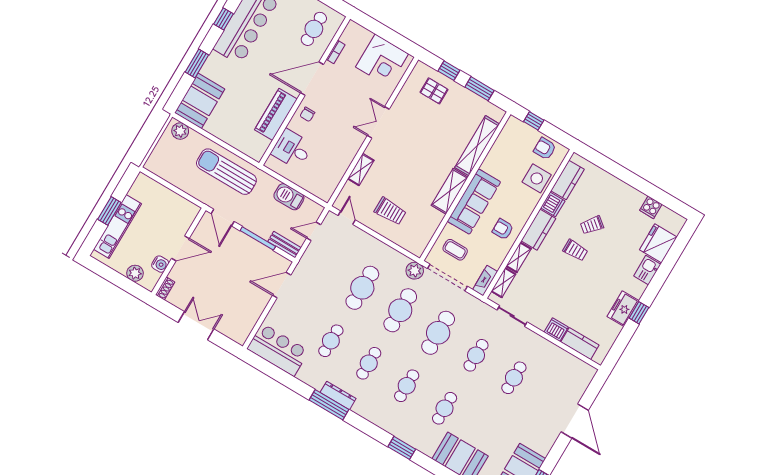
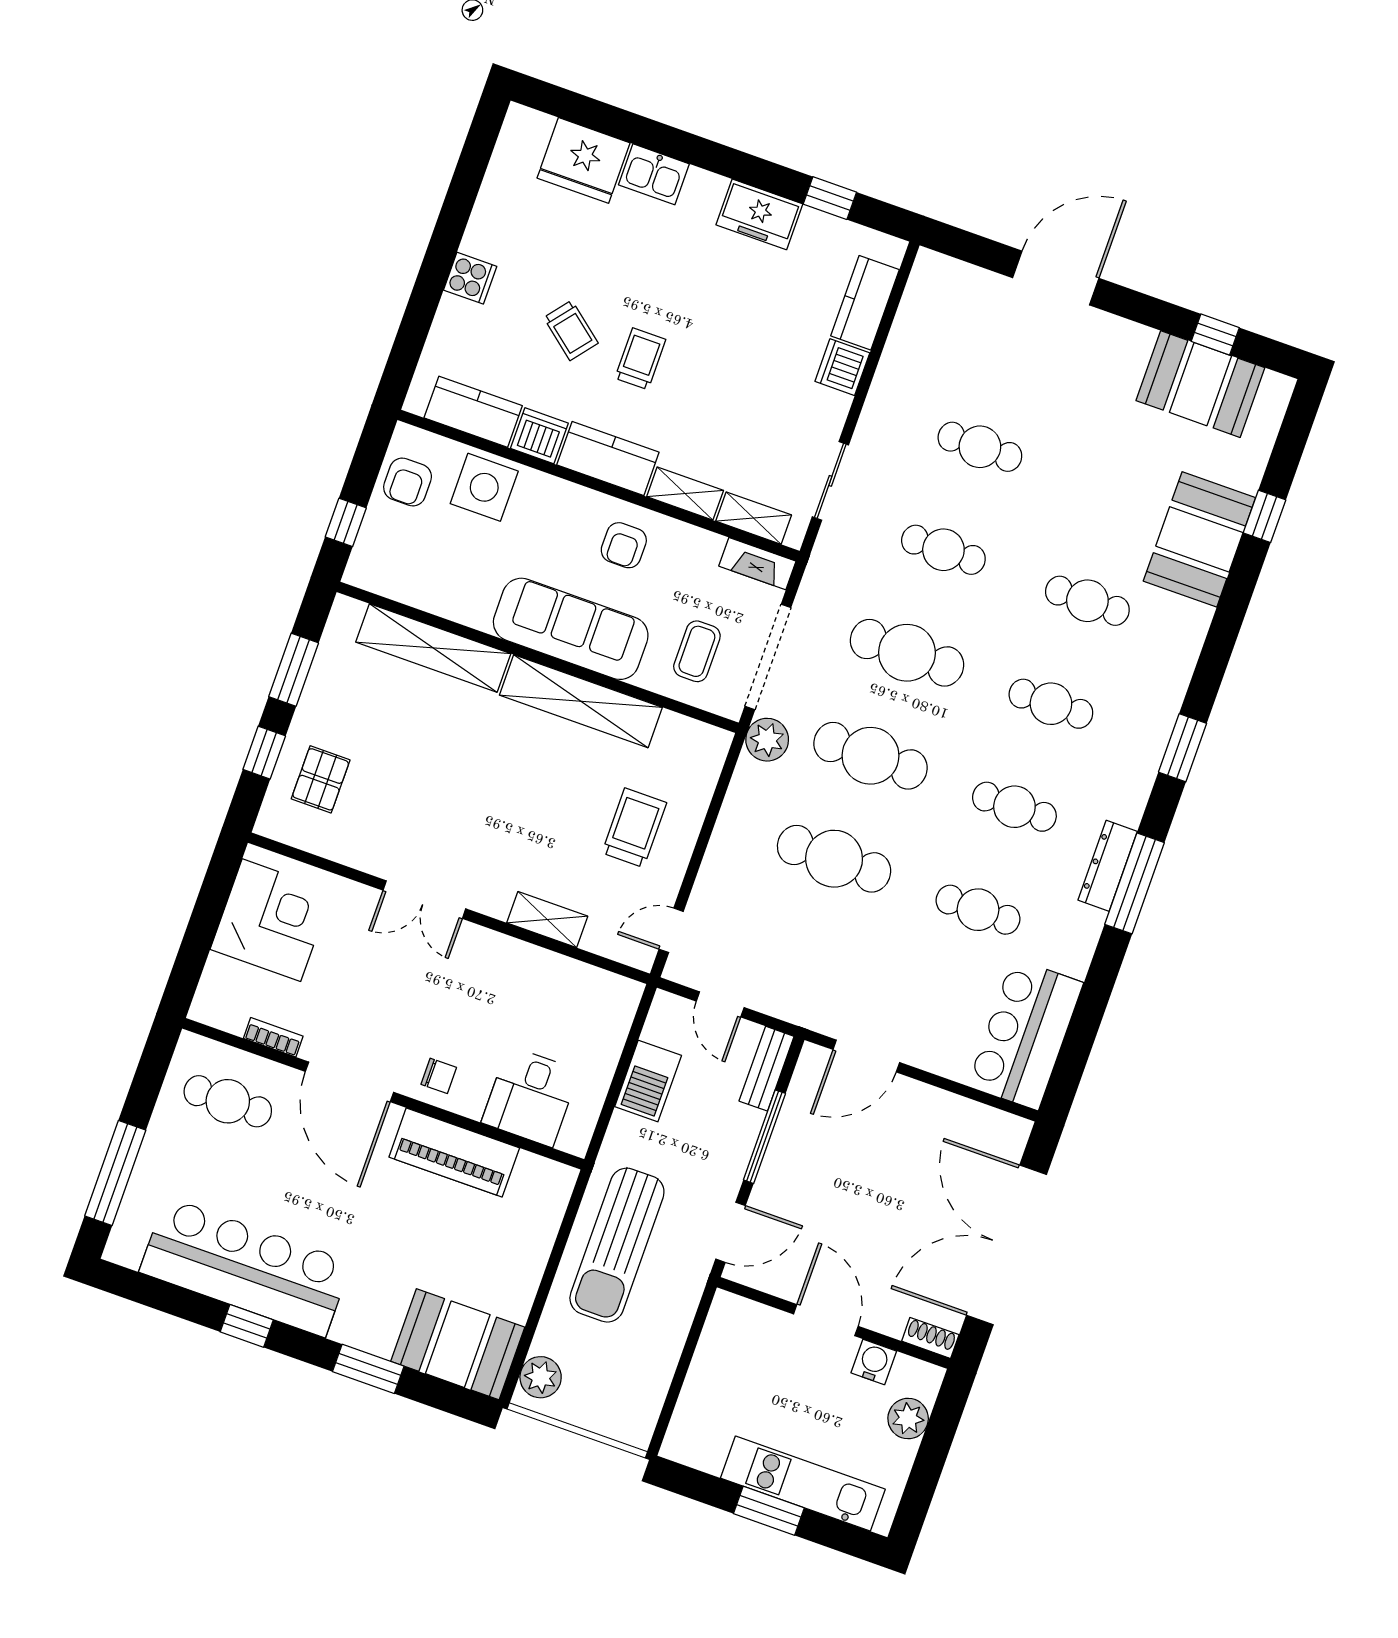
shelving: (450, 191) -> (581, 701), width x1.47
cooker: (651, 207) -> (470, 278), moved
door: (282, 285) -> (866, 1056), hinge flipped
window: (639, 313) -> (830, 198), moved
double door: (196, 326) -> (1006, 1245), width x1.87
window: (402, 448) -> (1183, 748), moved

